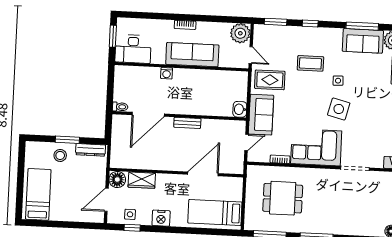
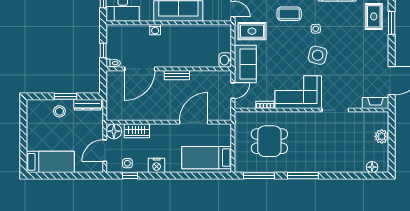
window: (110, 93) -> (103, 51), added
bed: (38, 194) -> (50, 162), moved, turned 90

